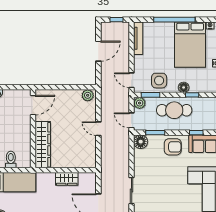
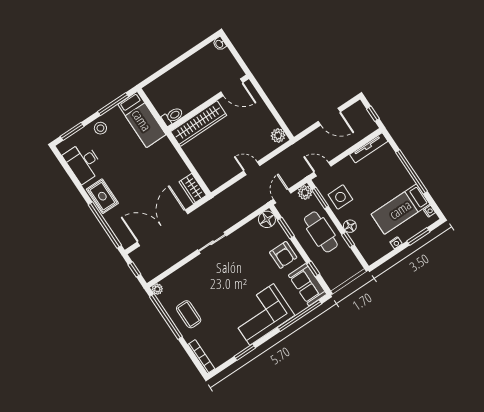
bed: (190, 45) -> (400, 209), width x0.67
door: (132, 80) -> (322, 169), hinge flipped
door: (98, 129) -> (252, 168), hinge flipped
toilet: (11, 160) -> (172, 116), moved
wardrobe: (67, 179) -> (193, 188), moved

